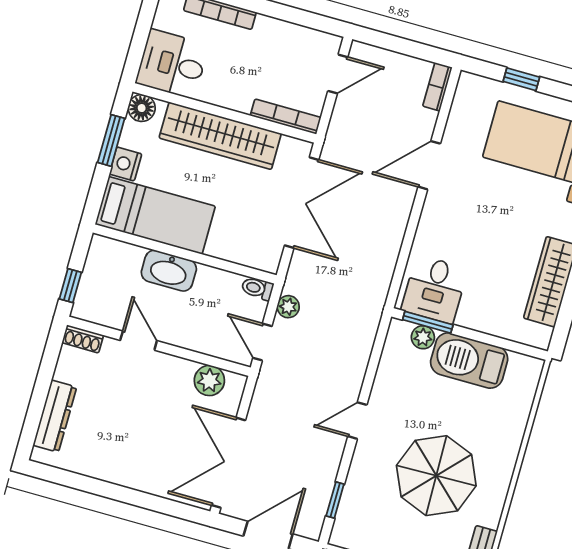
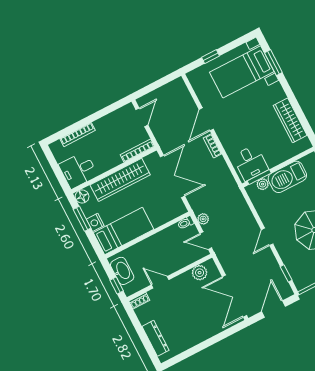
bookcase: (437, 87) -> (213, 146), moved
washbasin: (169, 271) -> (122, 271), moved, turned -90

